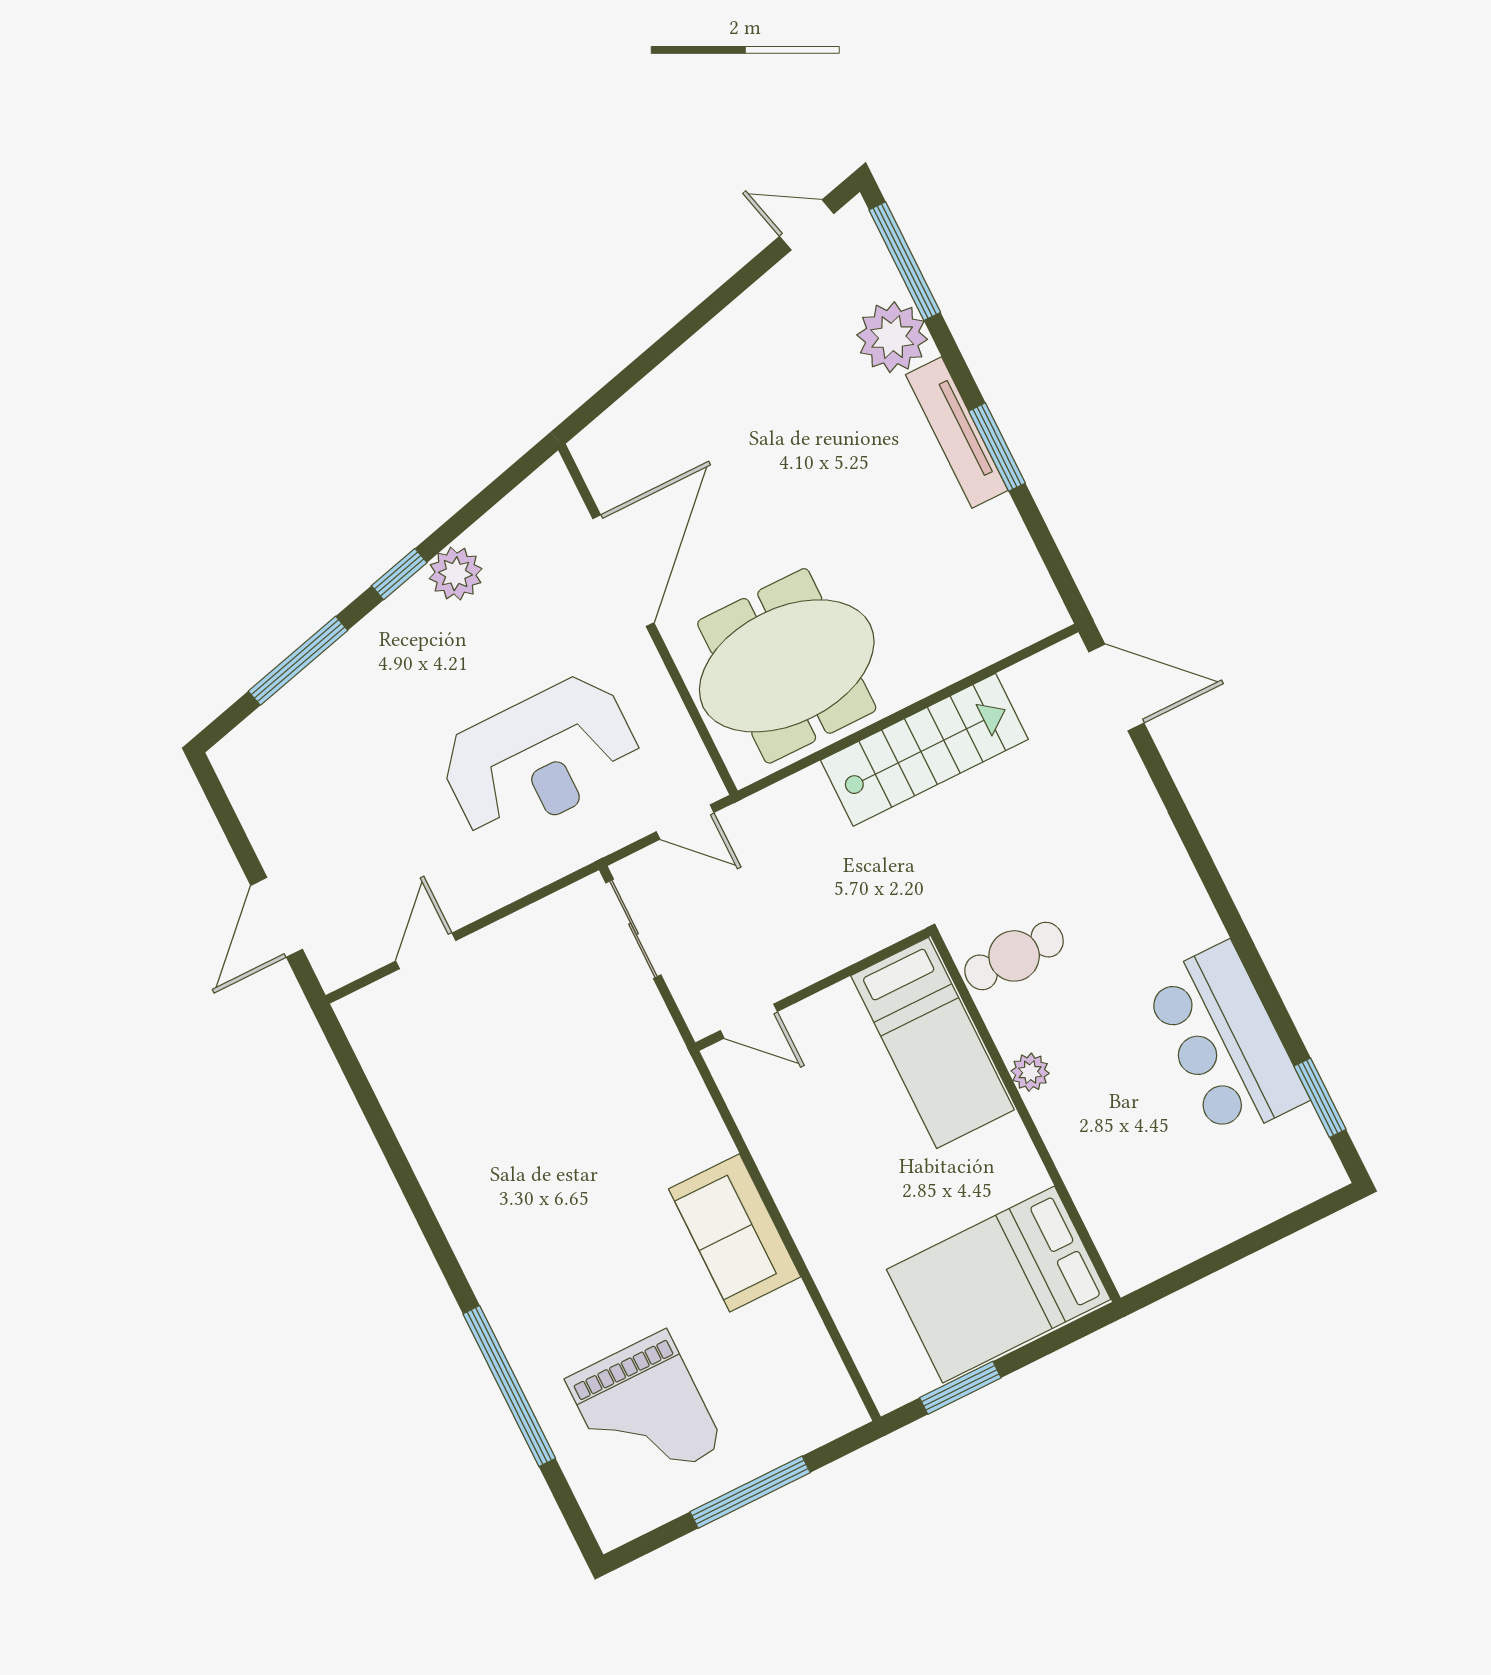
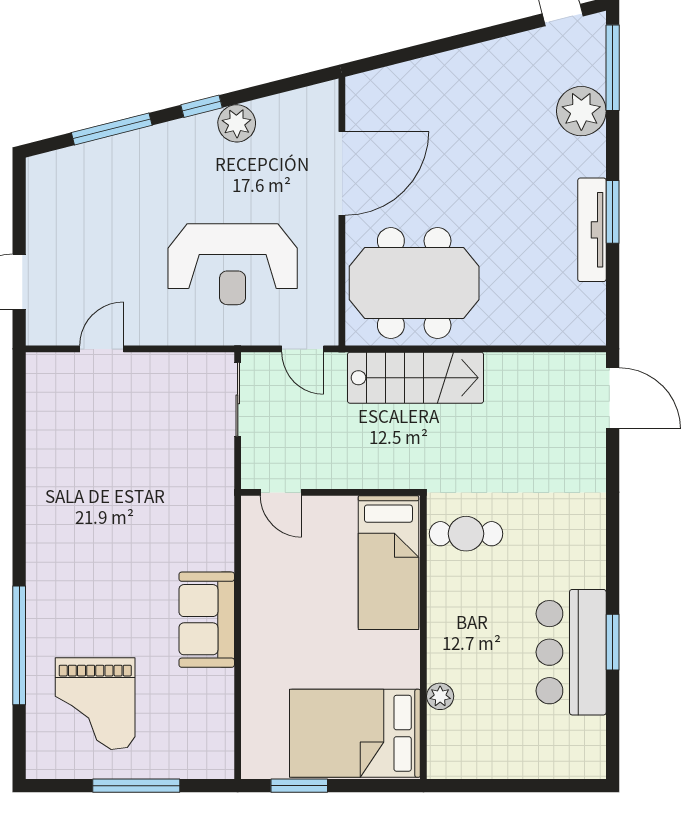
tv unit: (957, 432) -> (592, 230), moved
stairs: (924, 750) -> (416, 378), moved
plant: (1030, 1072) -> (440, 696), moved
window: (1320, 1098) -> (613, 642), moved

